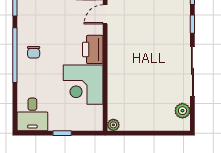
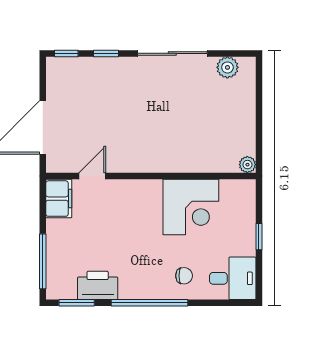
door: (105, 14) -> (92, 176), swing flipped
printer: (93, 49) -> (98, 285), moved, turned 180
chair: (34, 52) -> (184, 276), moved

